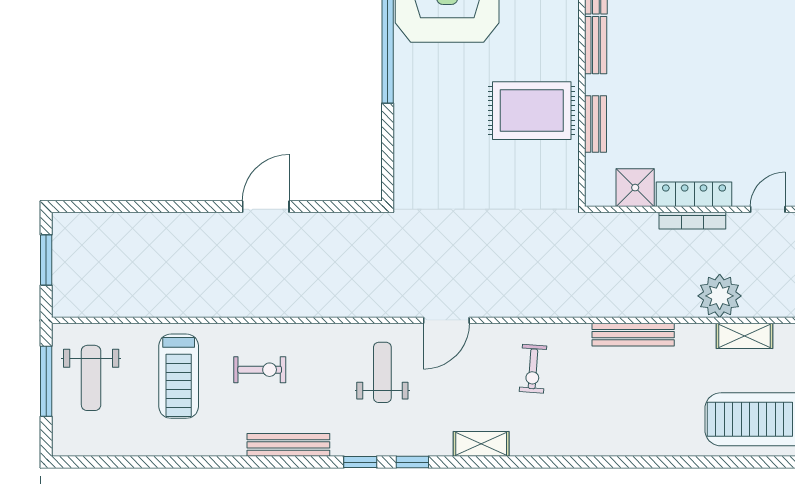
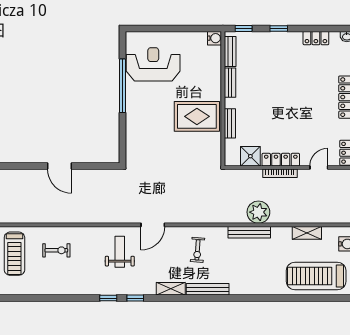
door: (266, 207) -> (59, 166), swing flipped
plant: (720, 296) -> (258, 212), moved
bench: (288, 445) -> (208, 289), moved

